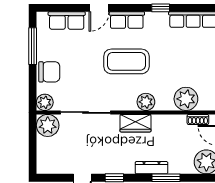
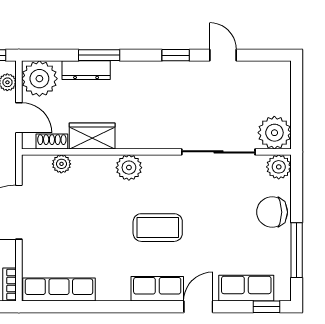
window: (161, 8) -> (267, 307), moved
coffee table: (126, 61) -> (158, 228), width x0.73, depth x0.76
plant: (186, 99) -> (61, 164), width x0.53, depth x0.53
wardrobe: (135, 123) -> (92, 136), moved
dresser: (151, 168) -> (86, 70), moved

